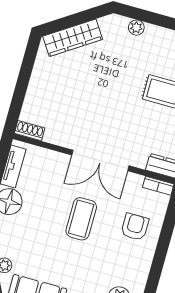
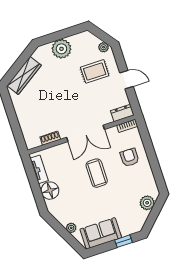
plant: (136, 28) -> (61, 49), width x1.88, depth x1.88
shoe rack: (30, 131) -> (50, 138), moved

